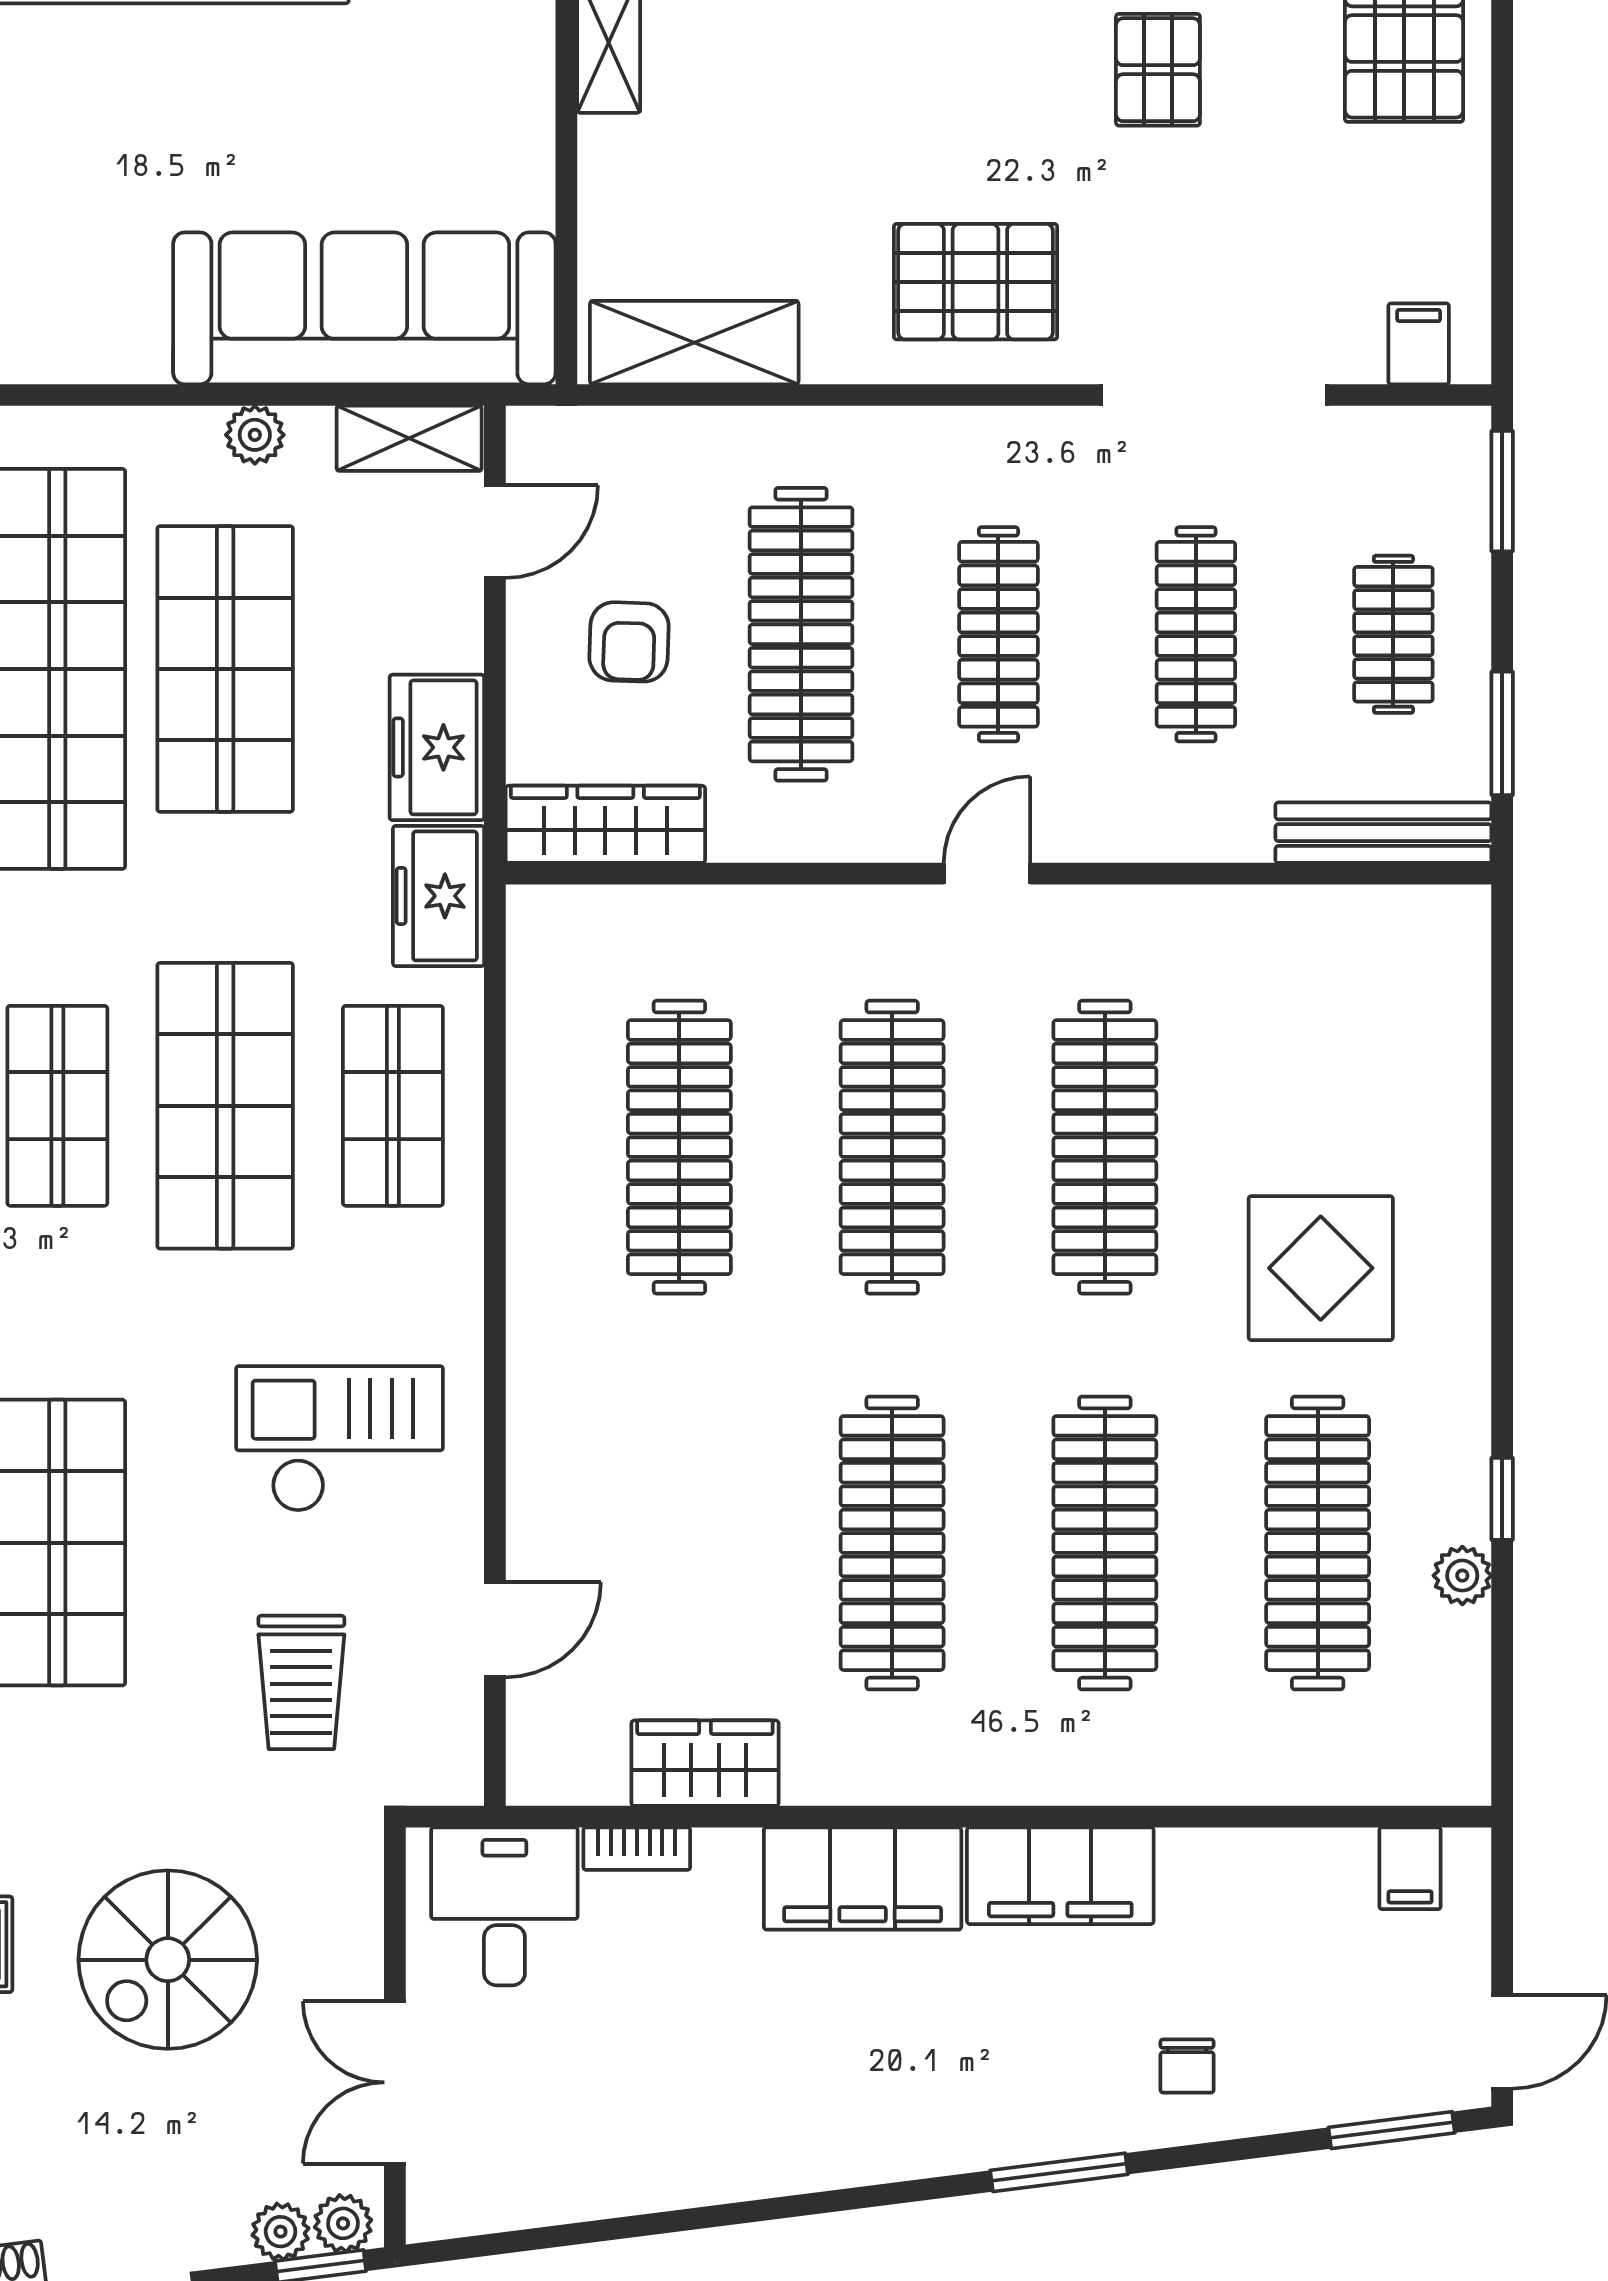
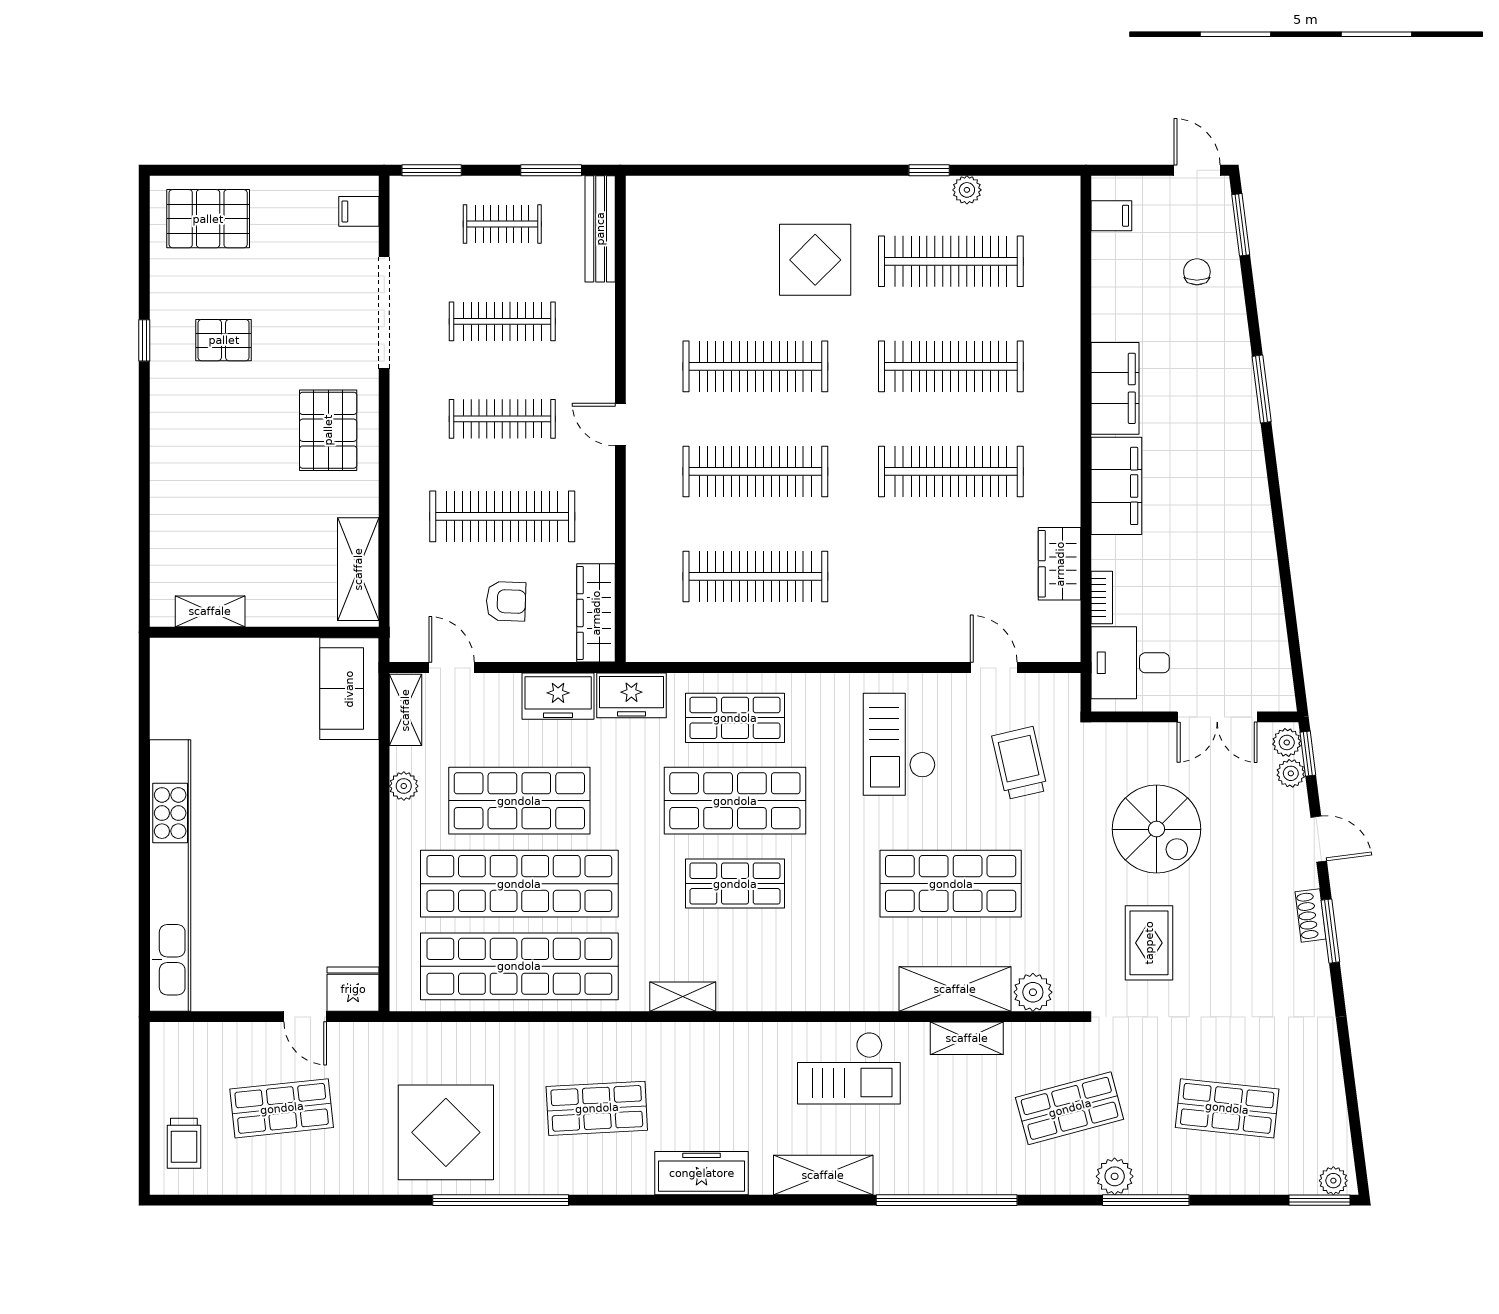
sofa: (364, 308) -> (349, 689), width x0.54, depth x0.79
trolley: (301, 1682) -> (1020, 763), turned -103
chair: (1187, 2066) -> (1197, 272), moved, turned -90

